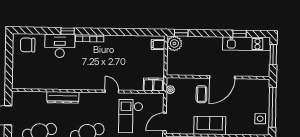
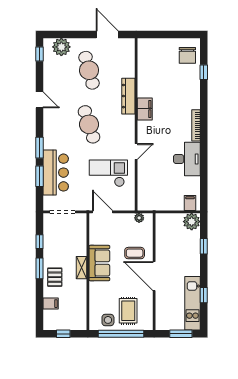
window: (68, 31) -> (204, 72), moved
window: (181, 33) -> (204, 246), moved
chair: (28, 45) -> (187, 55), turned 180
desk: (60, 46) -> (187, 159), moved
filing cabinet: (153, 85) -> (145, 109), moved
rug: (252, 101) -> (128, 311), added

